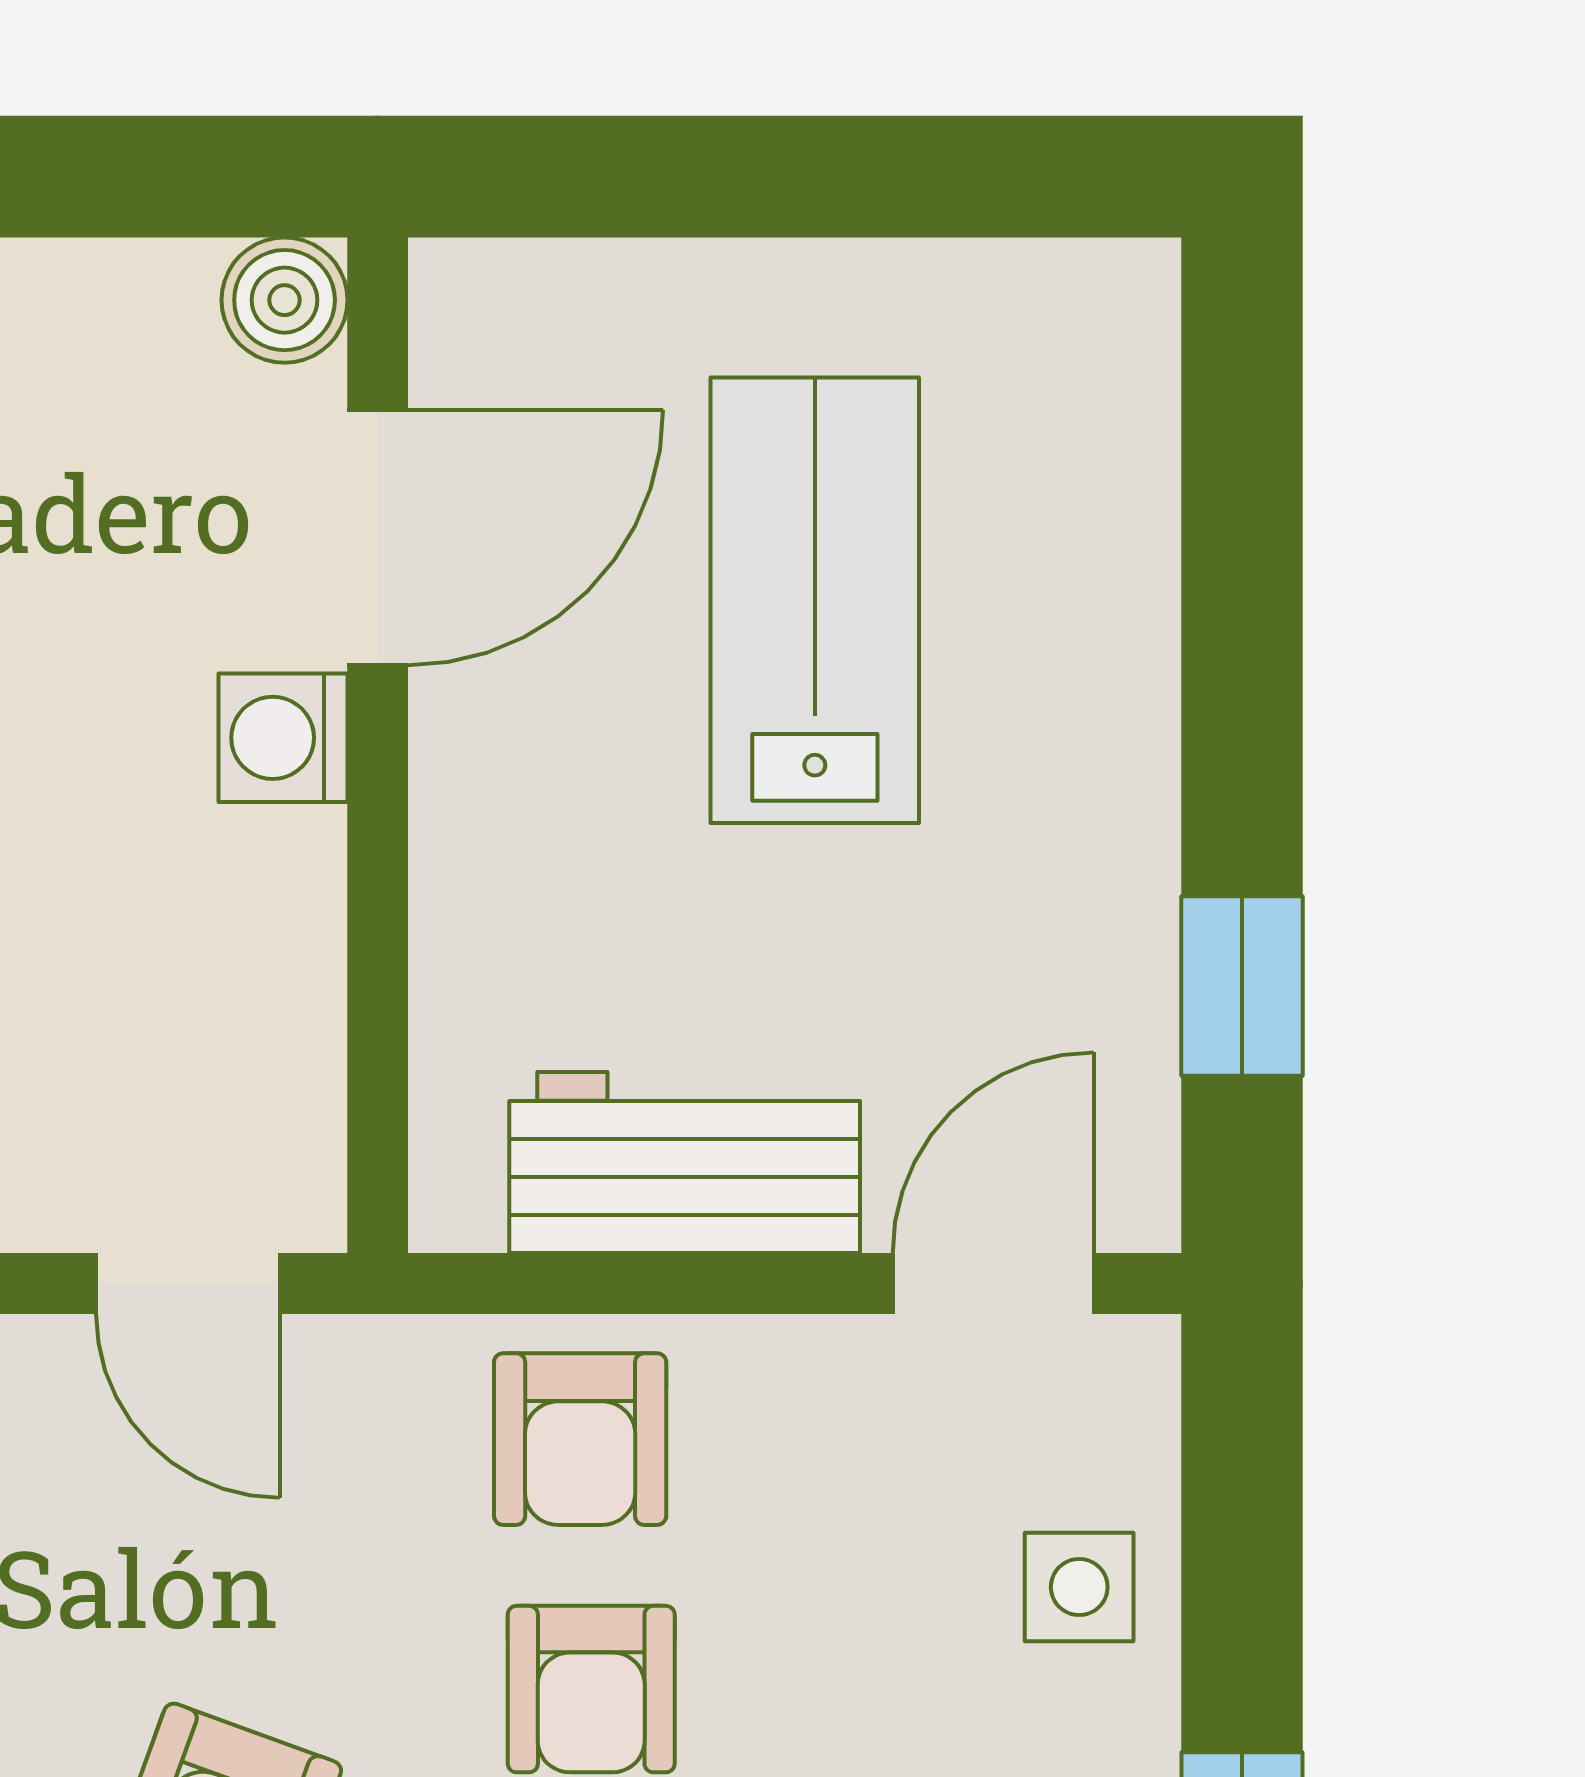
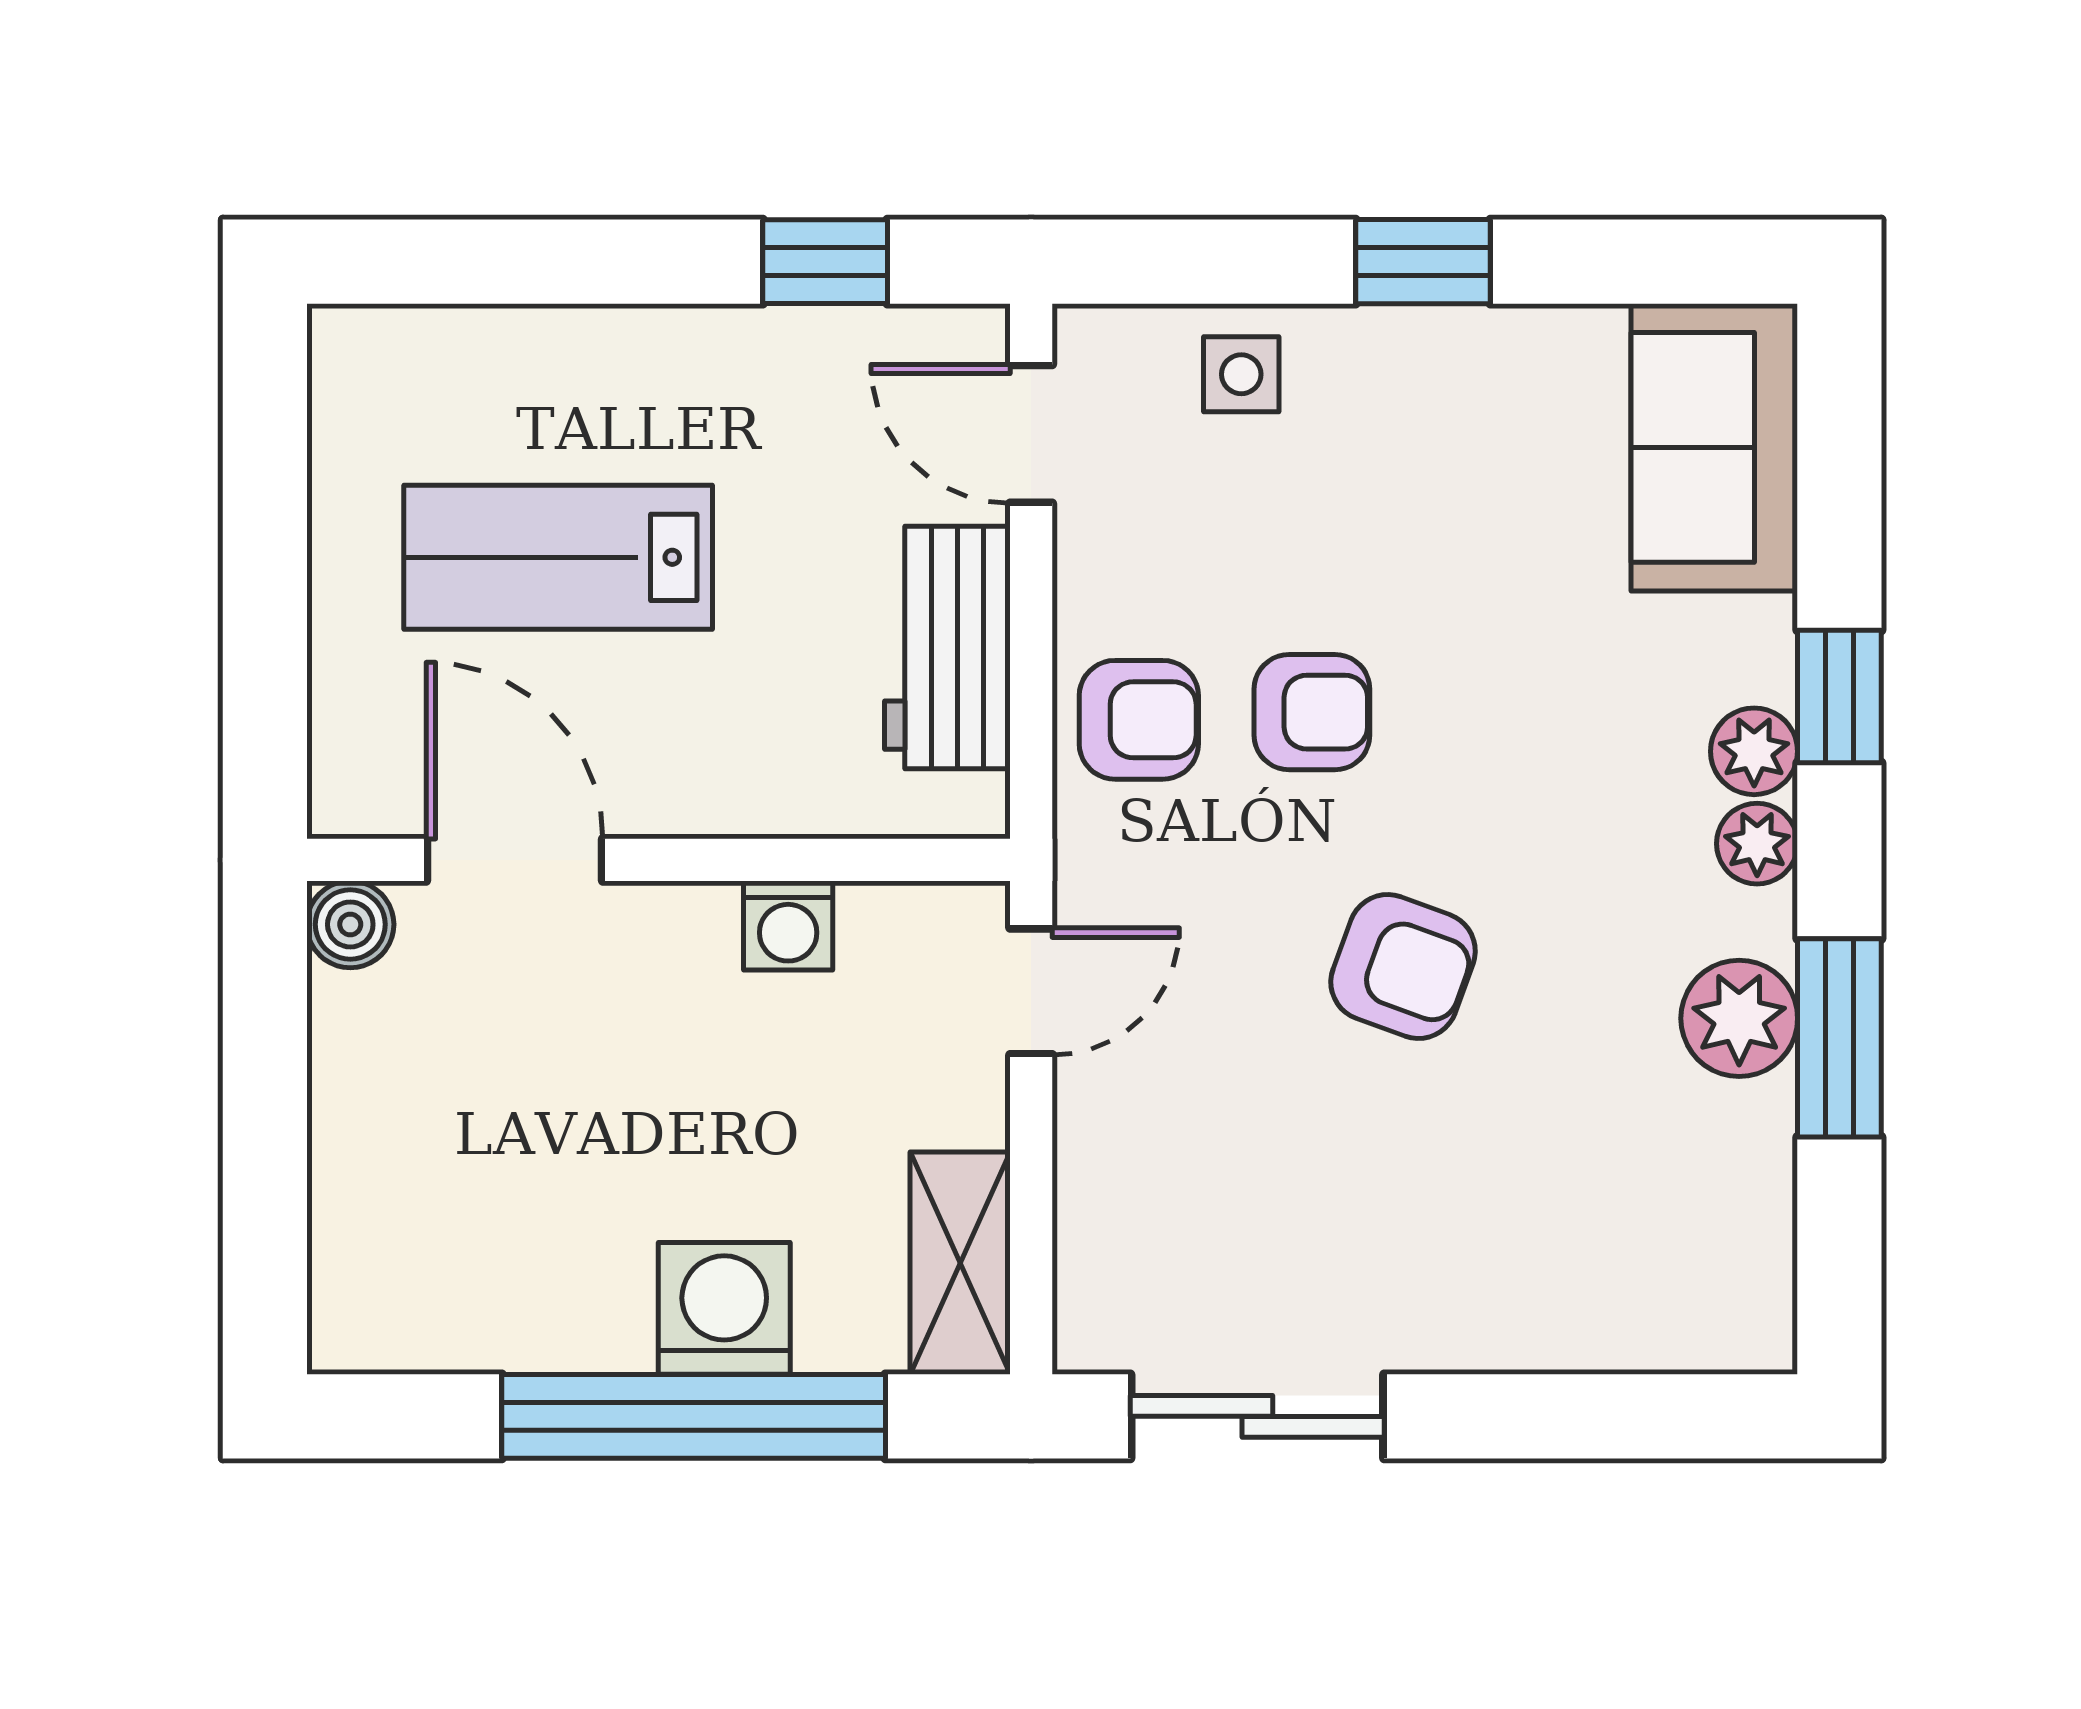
washing machine: (283, 738) -> (788, 926), moved

